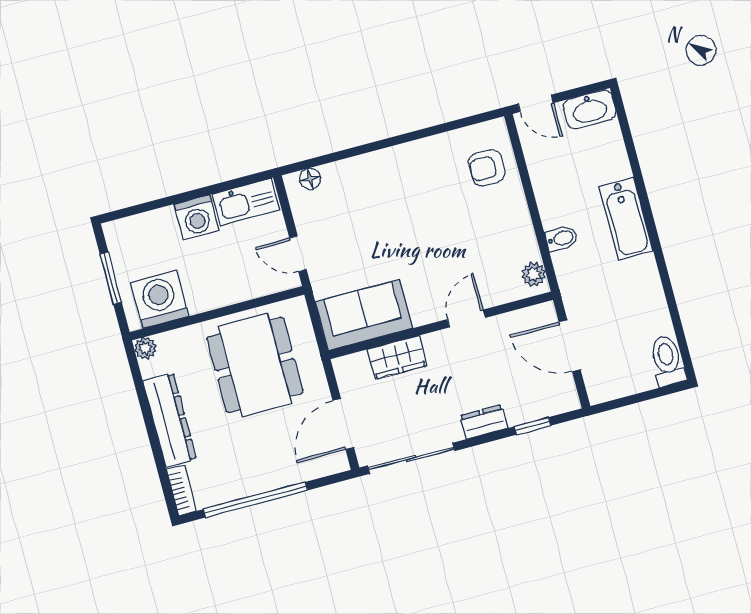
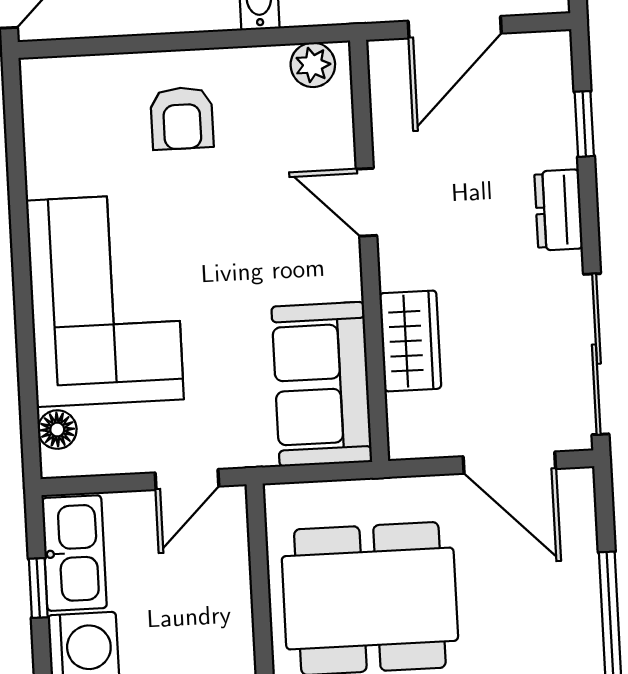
armchair: (487, 168) -> (182, 118), moved
window: (223, 186) -> (38, 588), added
corner sofa: (385, 190) -> (105, 300), added

